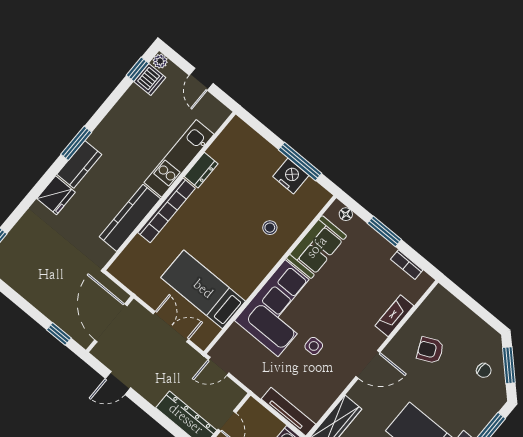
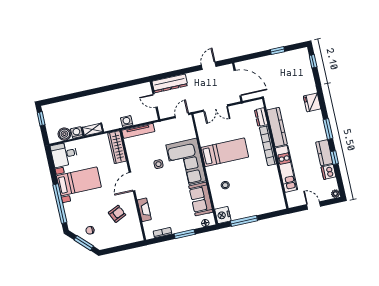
window: (138, 69) -> (334, 158), moved
dishwasher: (150, 80) -> (329, 172), moved
kitchen counter: (79, 164) -> (324, 153), moved
dresser: (201, 170) -> (261, 117), moved
nightstand: (291, 176) -> (223, 215), moved, turned 90
bed: (203, 289) -> (225, 152), moved
window: (59, 334) -> (278, 51), moved

